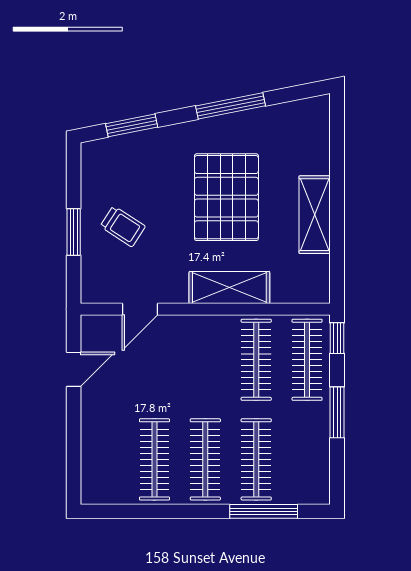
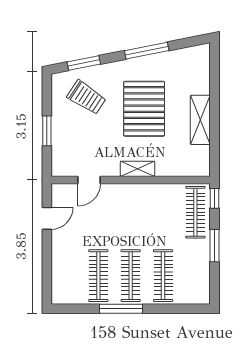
trolley: (123, 226) -> (86, 97), moved, width x1.36, depth x1.39
shelving: (229, 288) -> (137, 169), width x0.67, depth x0.75
clothes rail: (256, 360) -> (163, 212), removed
window: (264, 511) -> (121, 309), moved

